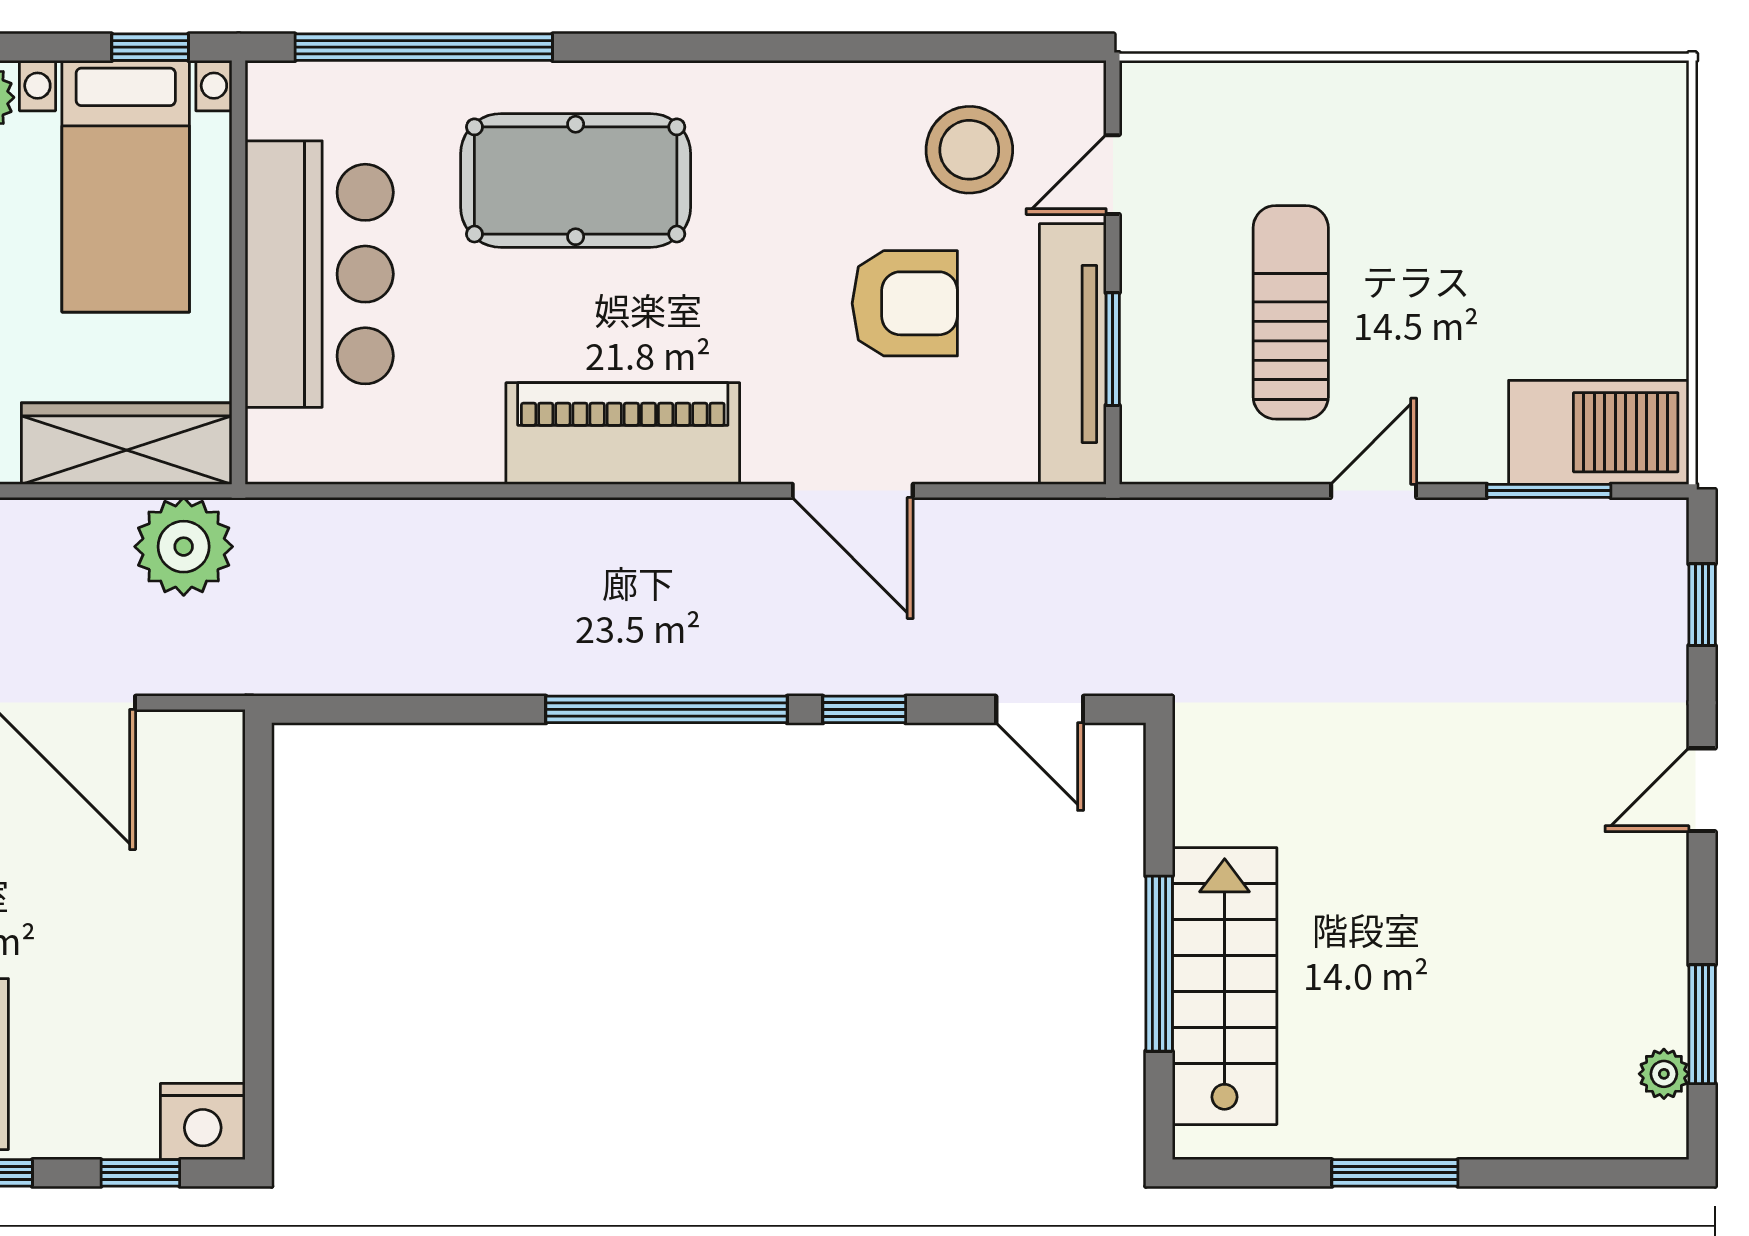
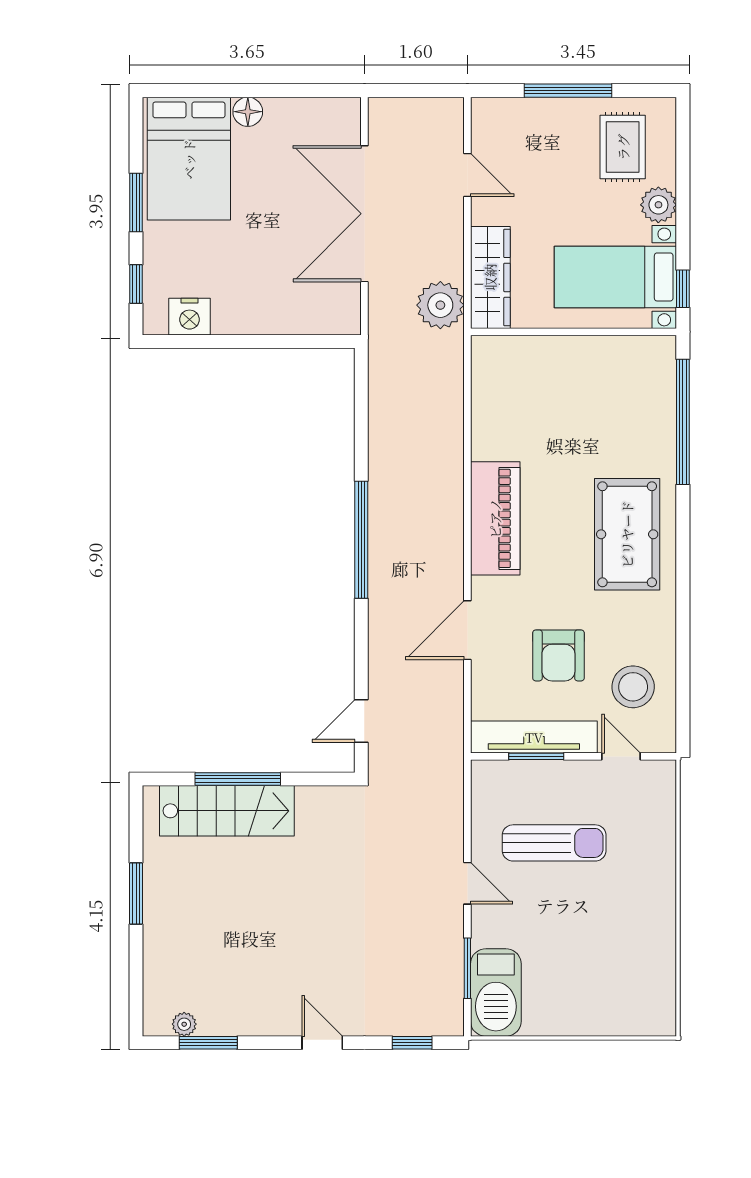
pool table: (576, 180) -> (627, 534), moved
bar counter: (319, 274) -> (573, 371), removed
window: (864, 709) -> (361, 636), removed
nightstand: (203, 1122) -> (189, 317), moved, turned -90

